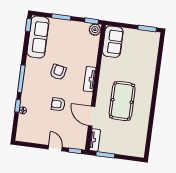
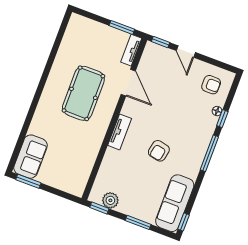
plant: (95, 30) -> (110, 200), moved
sofa: (113, 42) -> (31, 157), moved, turned 180
armchair: (58, 104) -> (211, 85), moved

